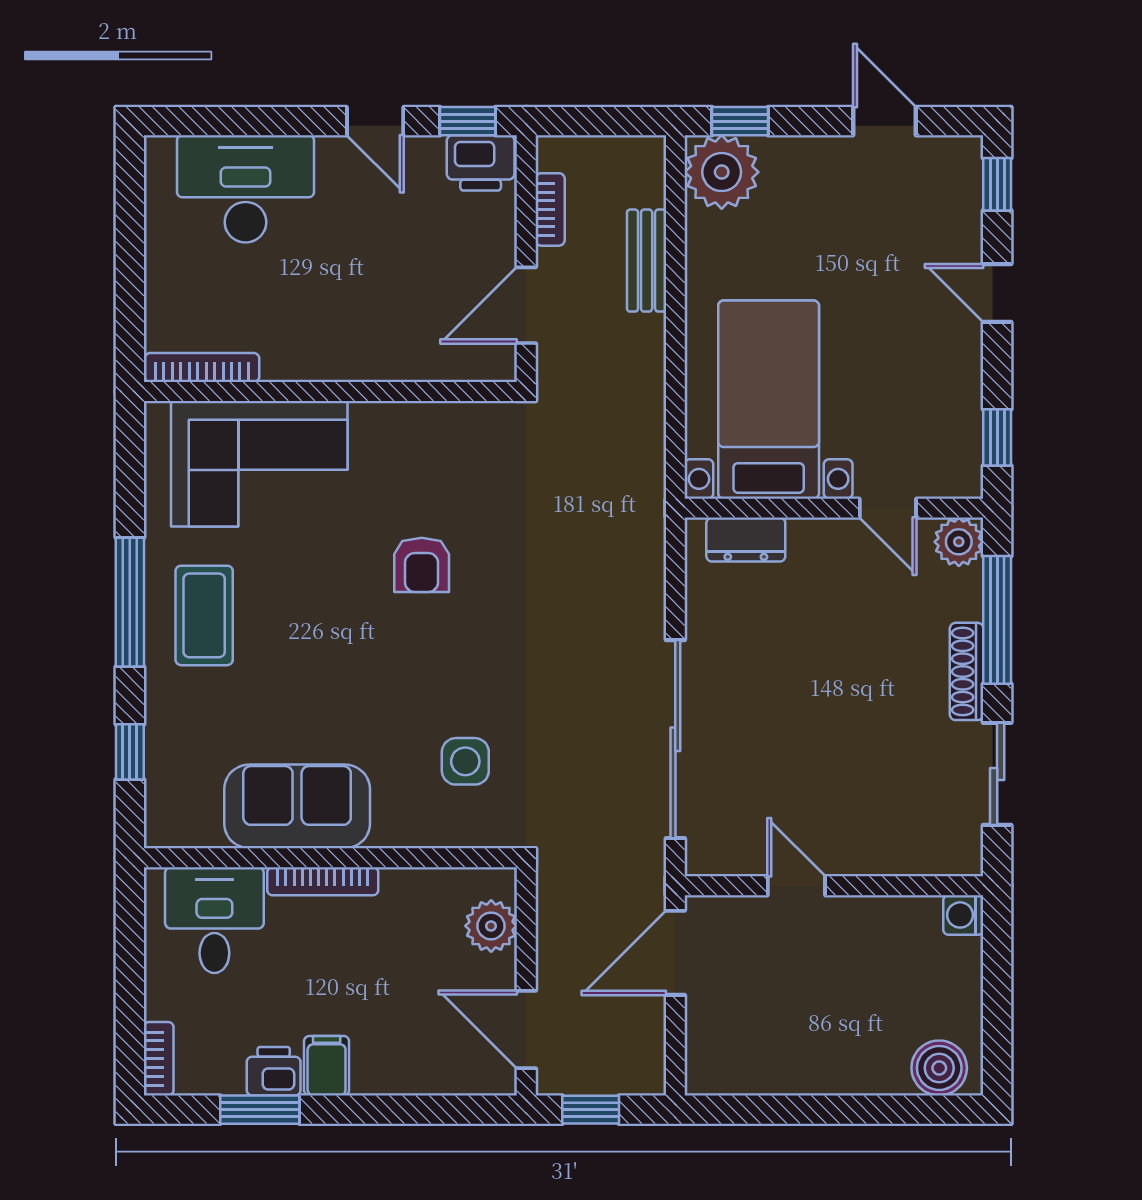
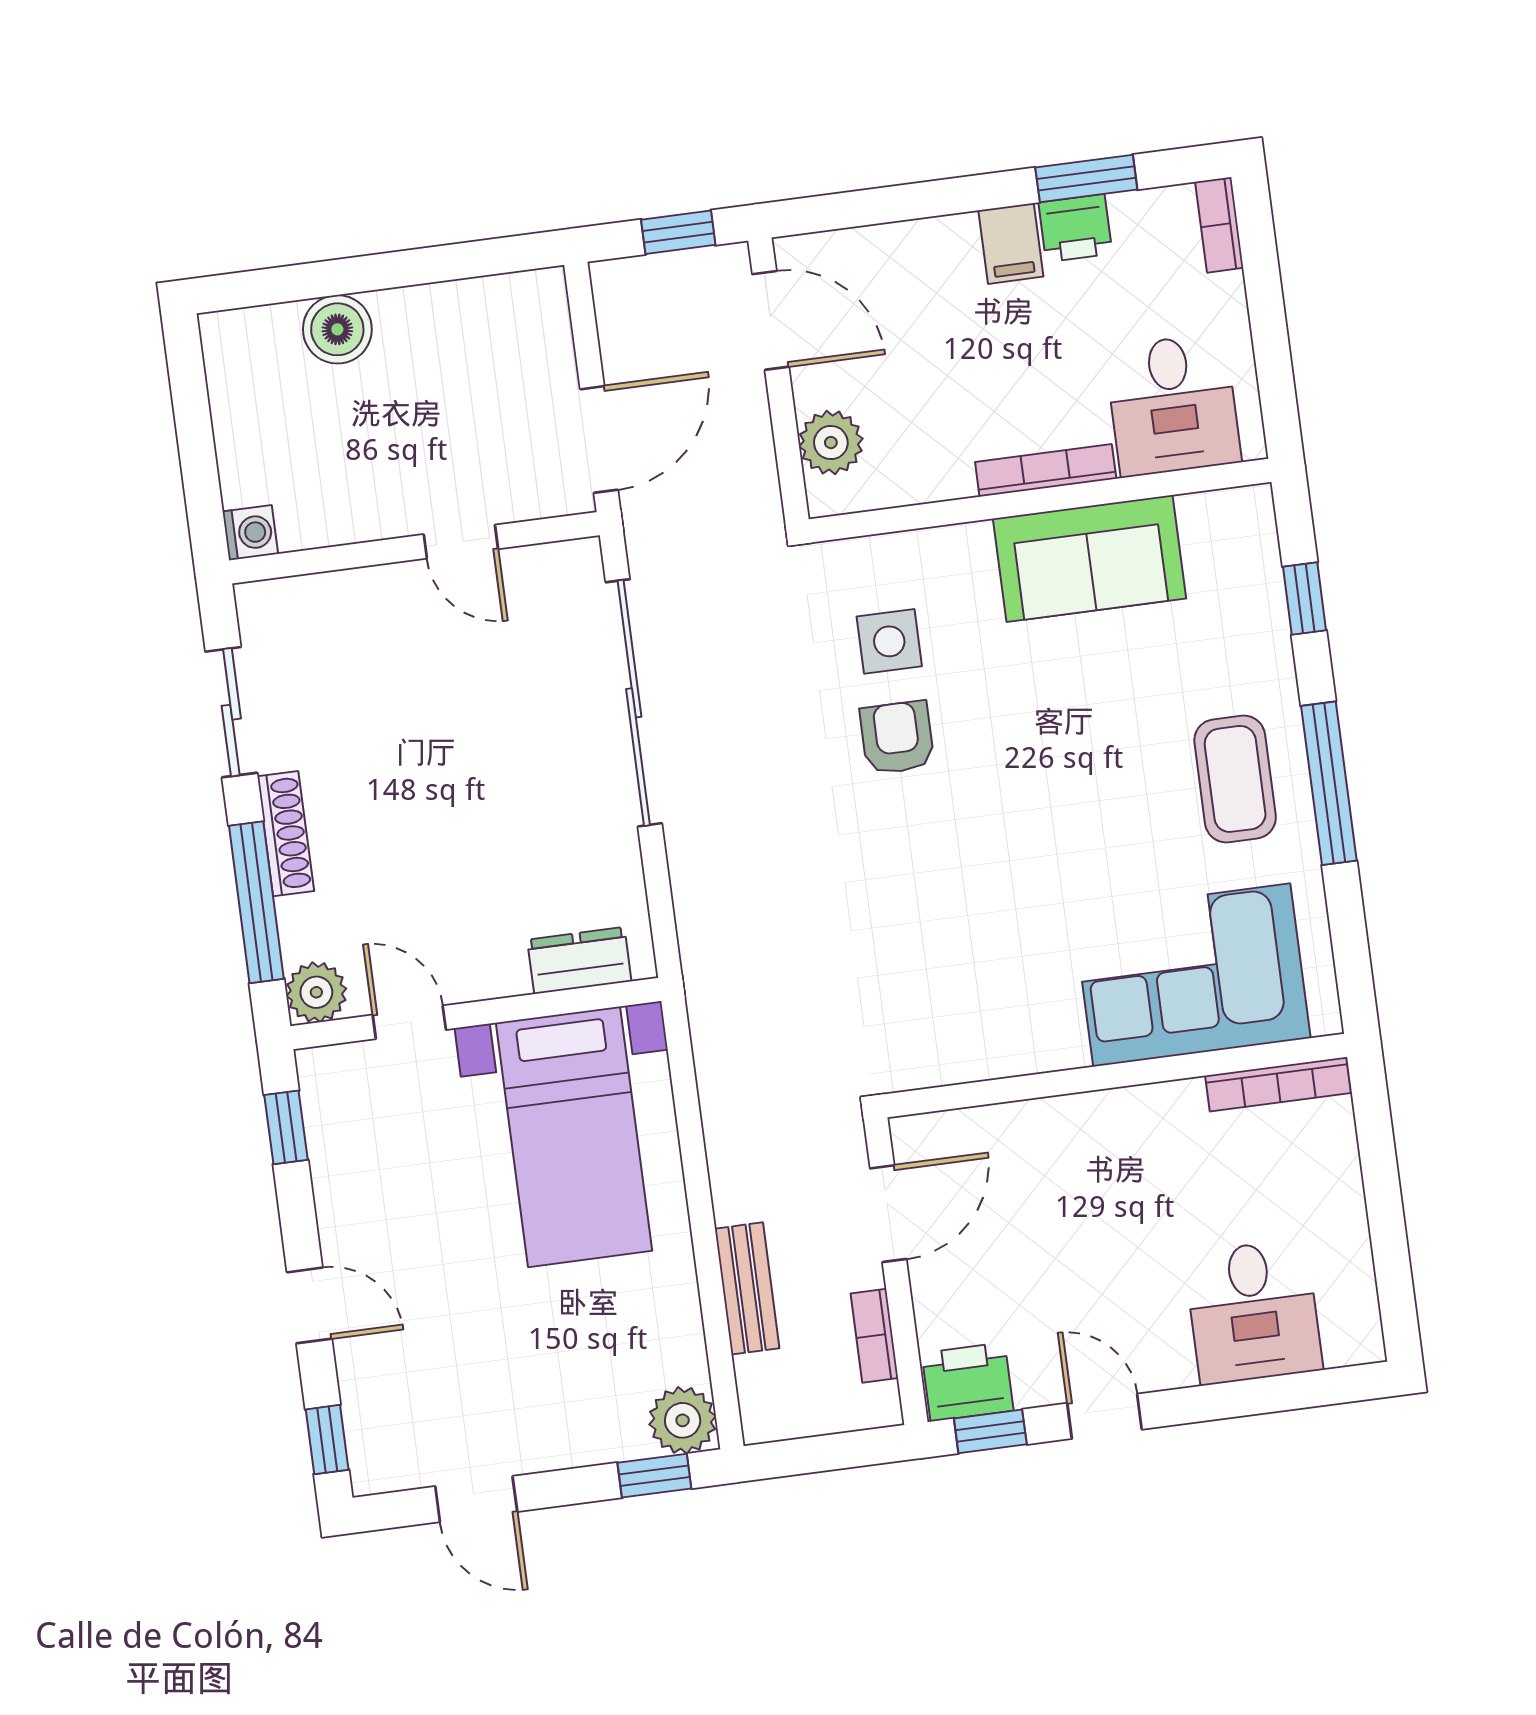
plant: (722, 172) -> (683, 1420), width x0.73, depth x0.73
desk: (245, 189) -> (1253, 1312), width x0.73
armchair: (422, 565) -> (897, 738), moved
boiler: (939, 1068) -> (337, 329), moved

